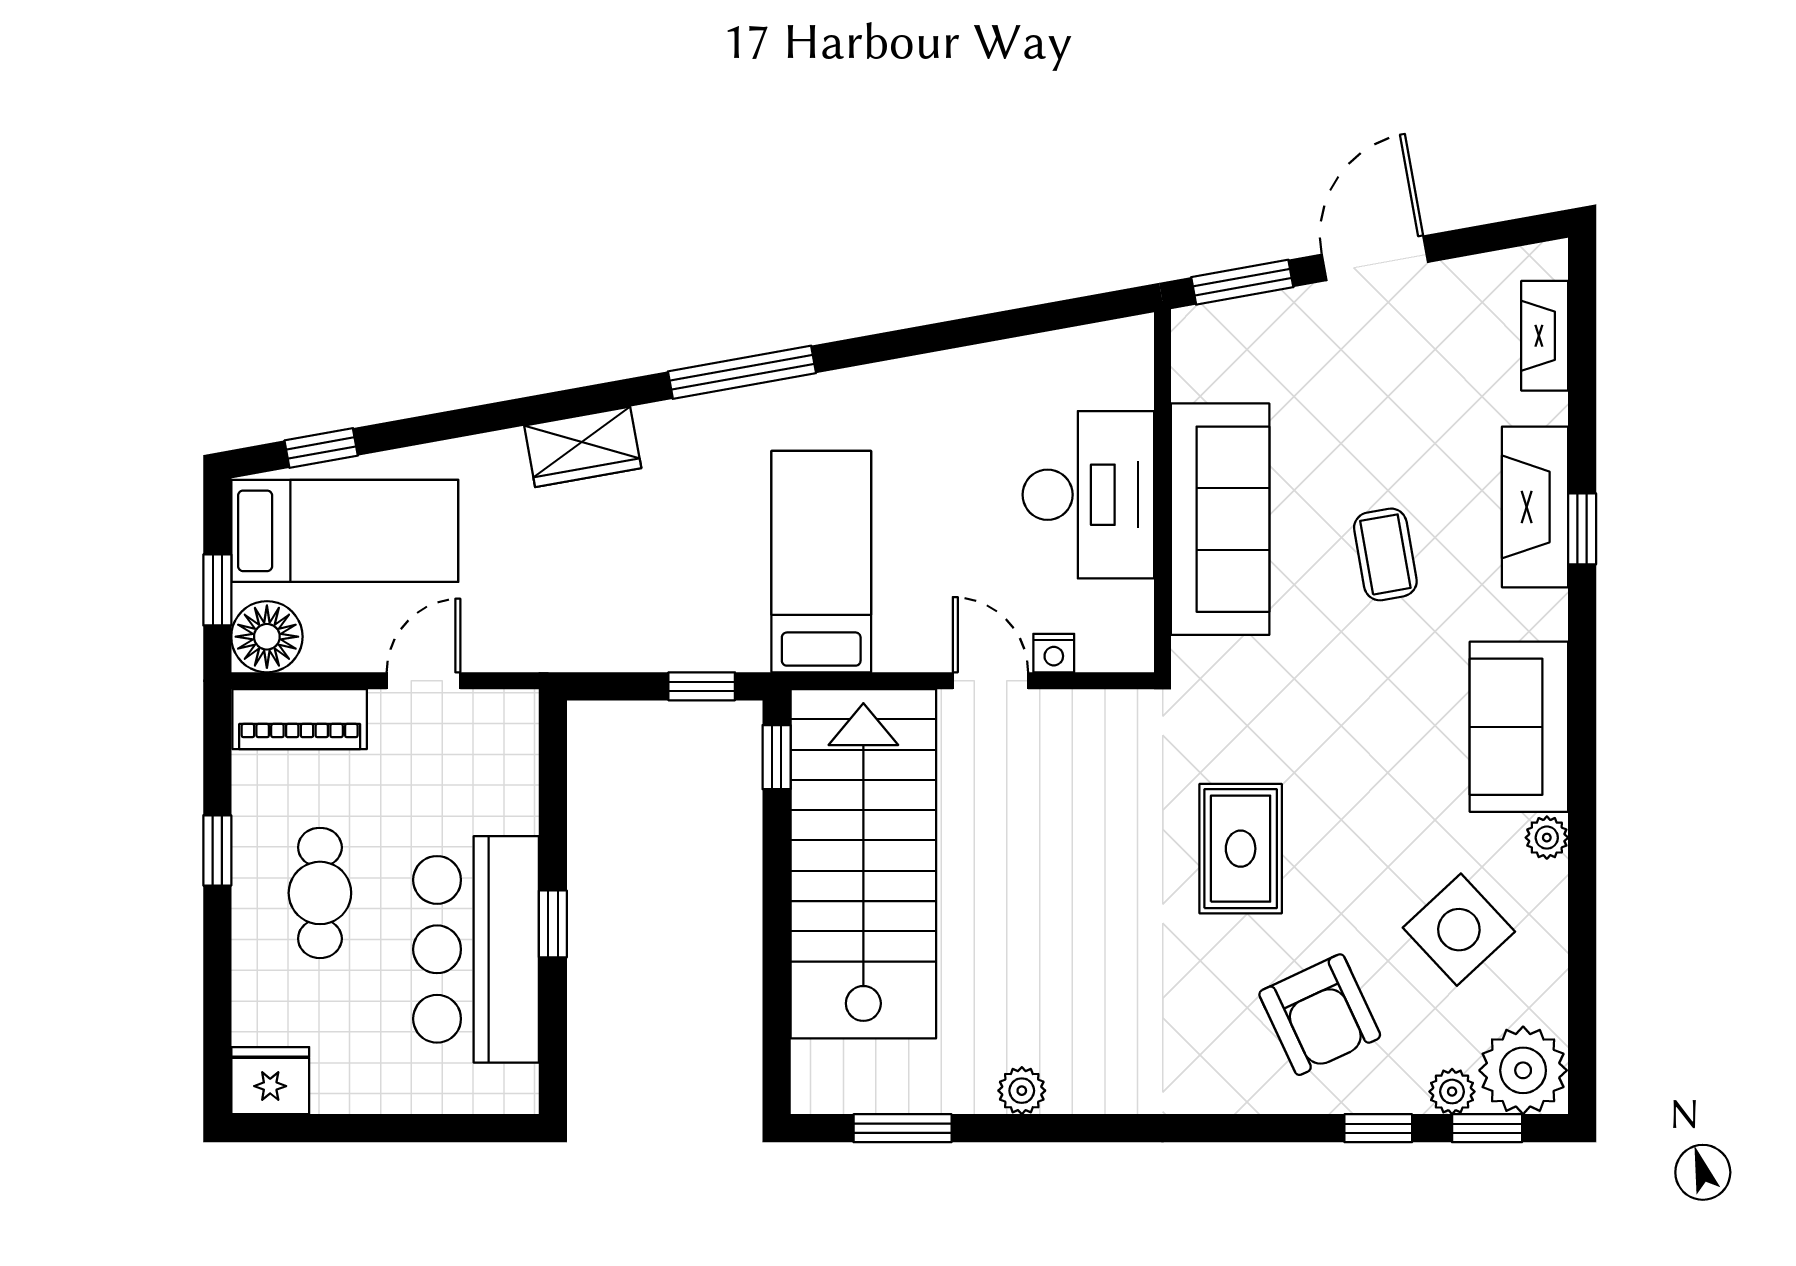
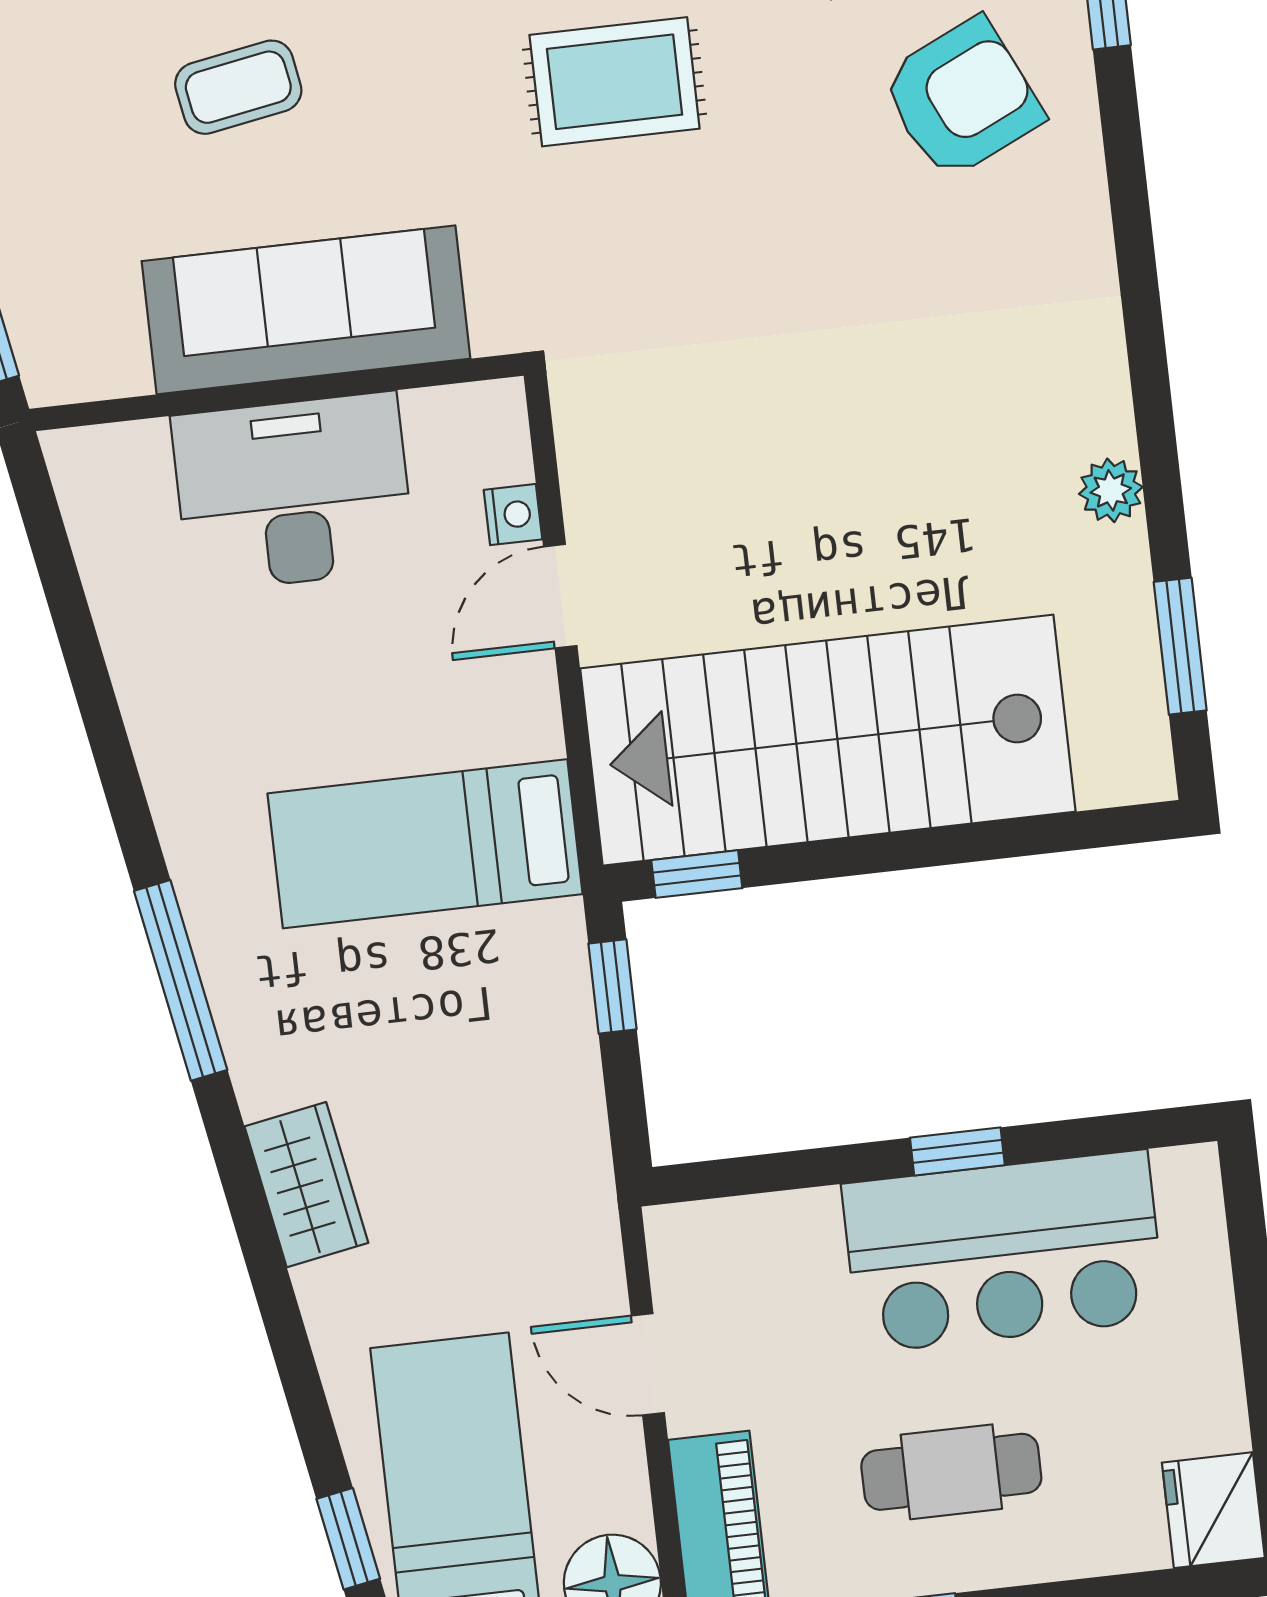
coffee table: (1385, 554) -> (238, 87), moved
rug: (1241, 849) -> (615, 82), moved

